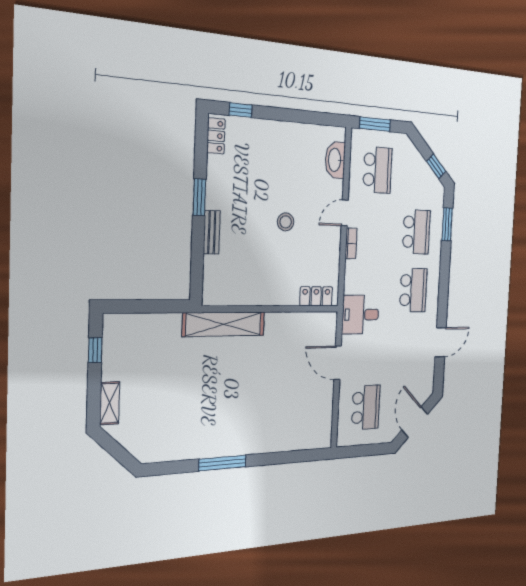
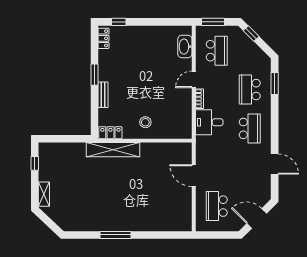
window: (436, 166) -> (251, 34), moved
stool: (286, 222) -> (145, 122), moved
school desk: (416, 232) -> (250, 90), turned 180
locker: (316, 296) -> (110, 133), moved
desk: (360, 315) -> (209, 122), moved
door: (441, 342) -> (275, 164), hinge flipped
school desk: (366, 407) -> (217, 206), turned 180
door: (415, 422) -> (257, 218), hinge flipped

